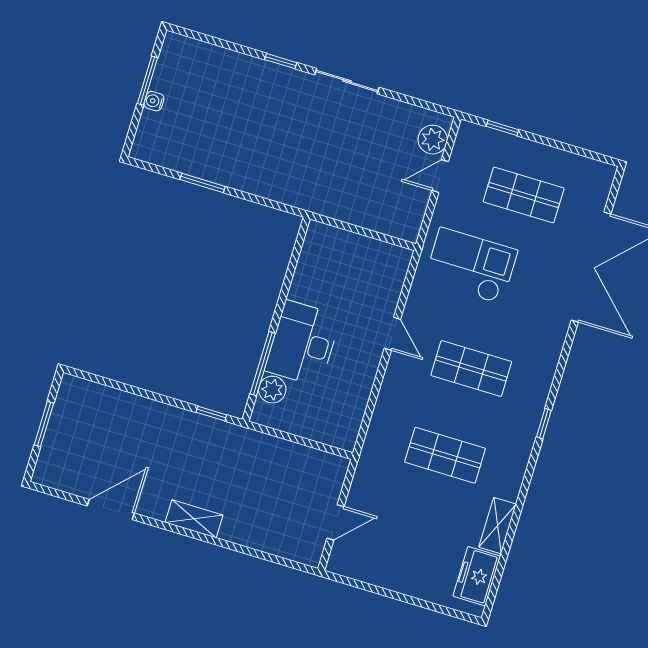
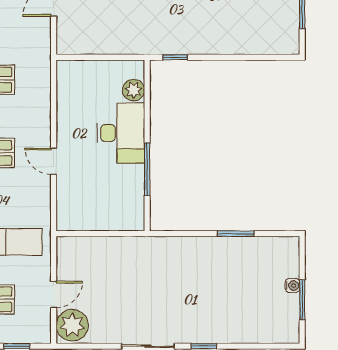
plant: (433, 140) -> (72, 325), width x1.36, depth x1.36
window: (263, 364) -> (147, 169), moved

